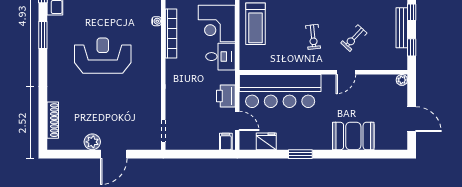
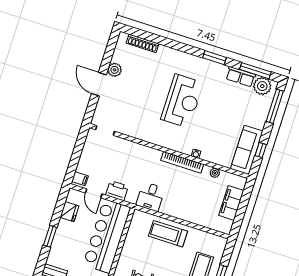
corner desk: (217, 24) -> (178, 202), removed
door: (237, 121) -> (94, 193), hinge flipped

